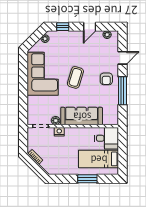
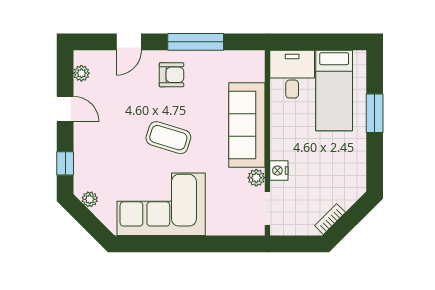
door: (122, 58) -> (129, 42), swing flipped

